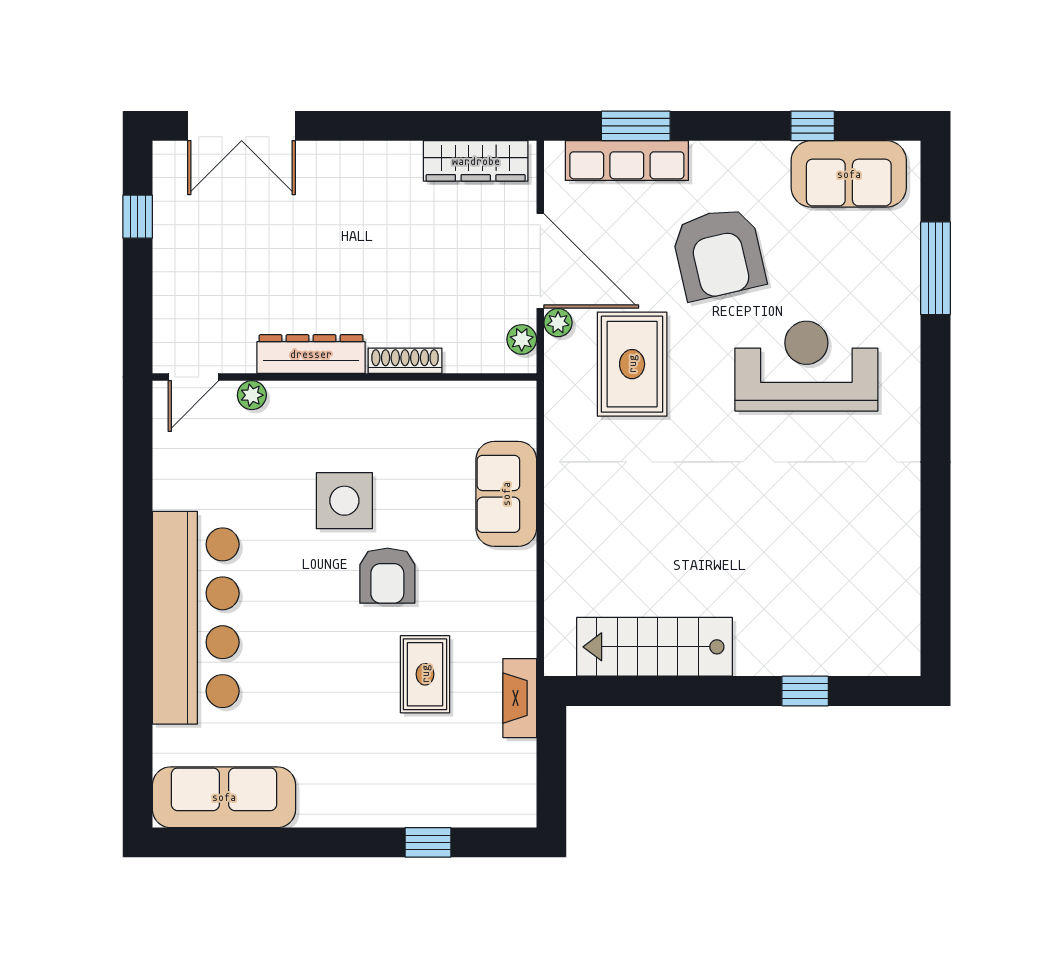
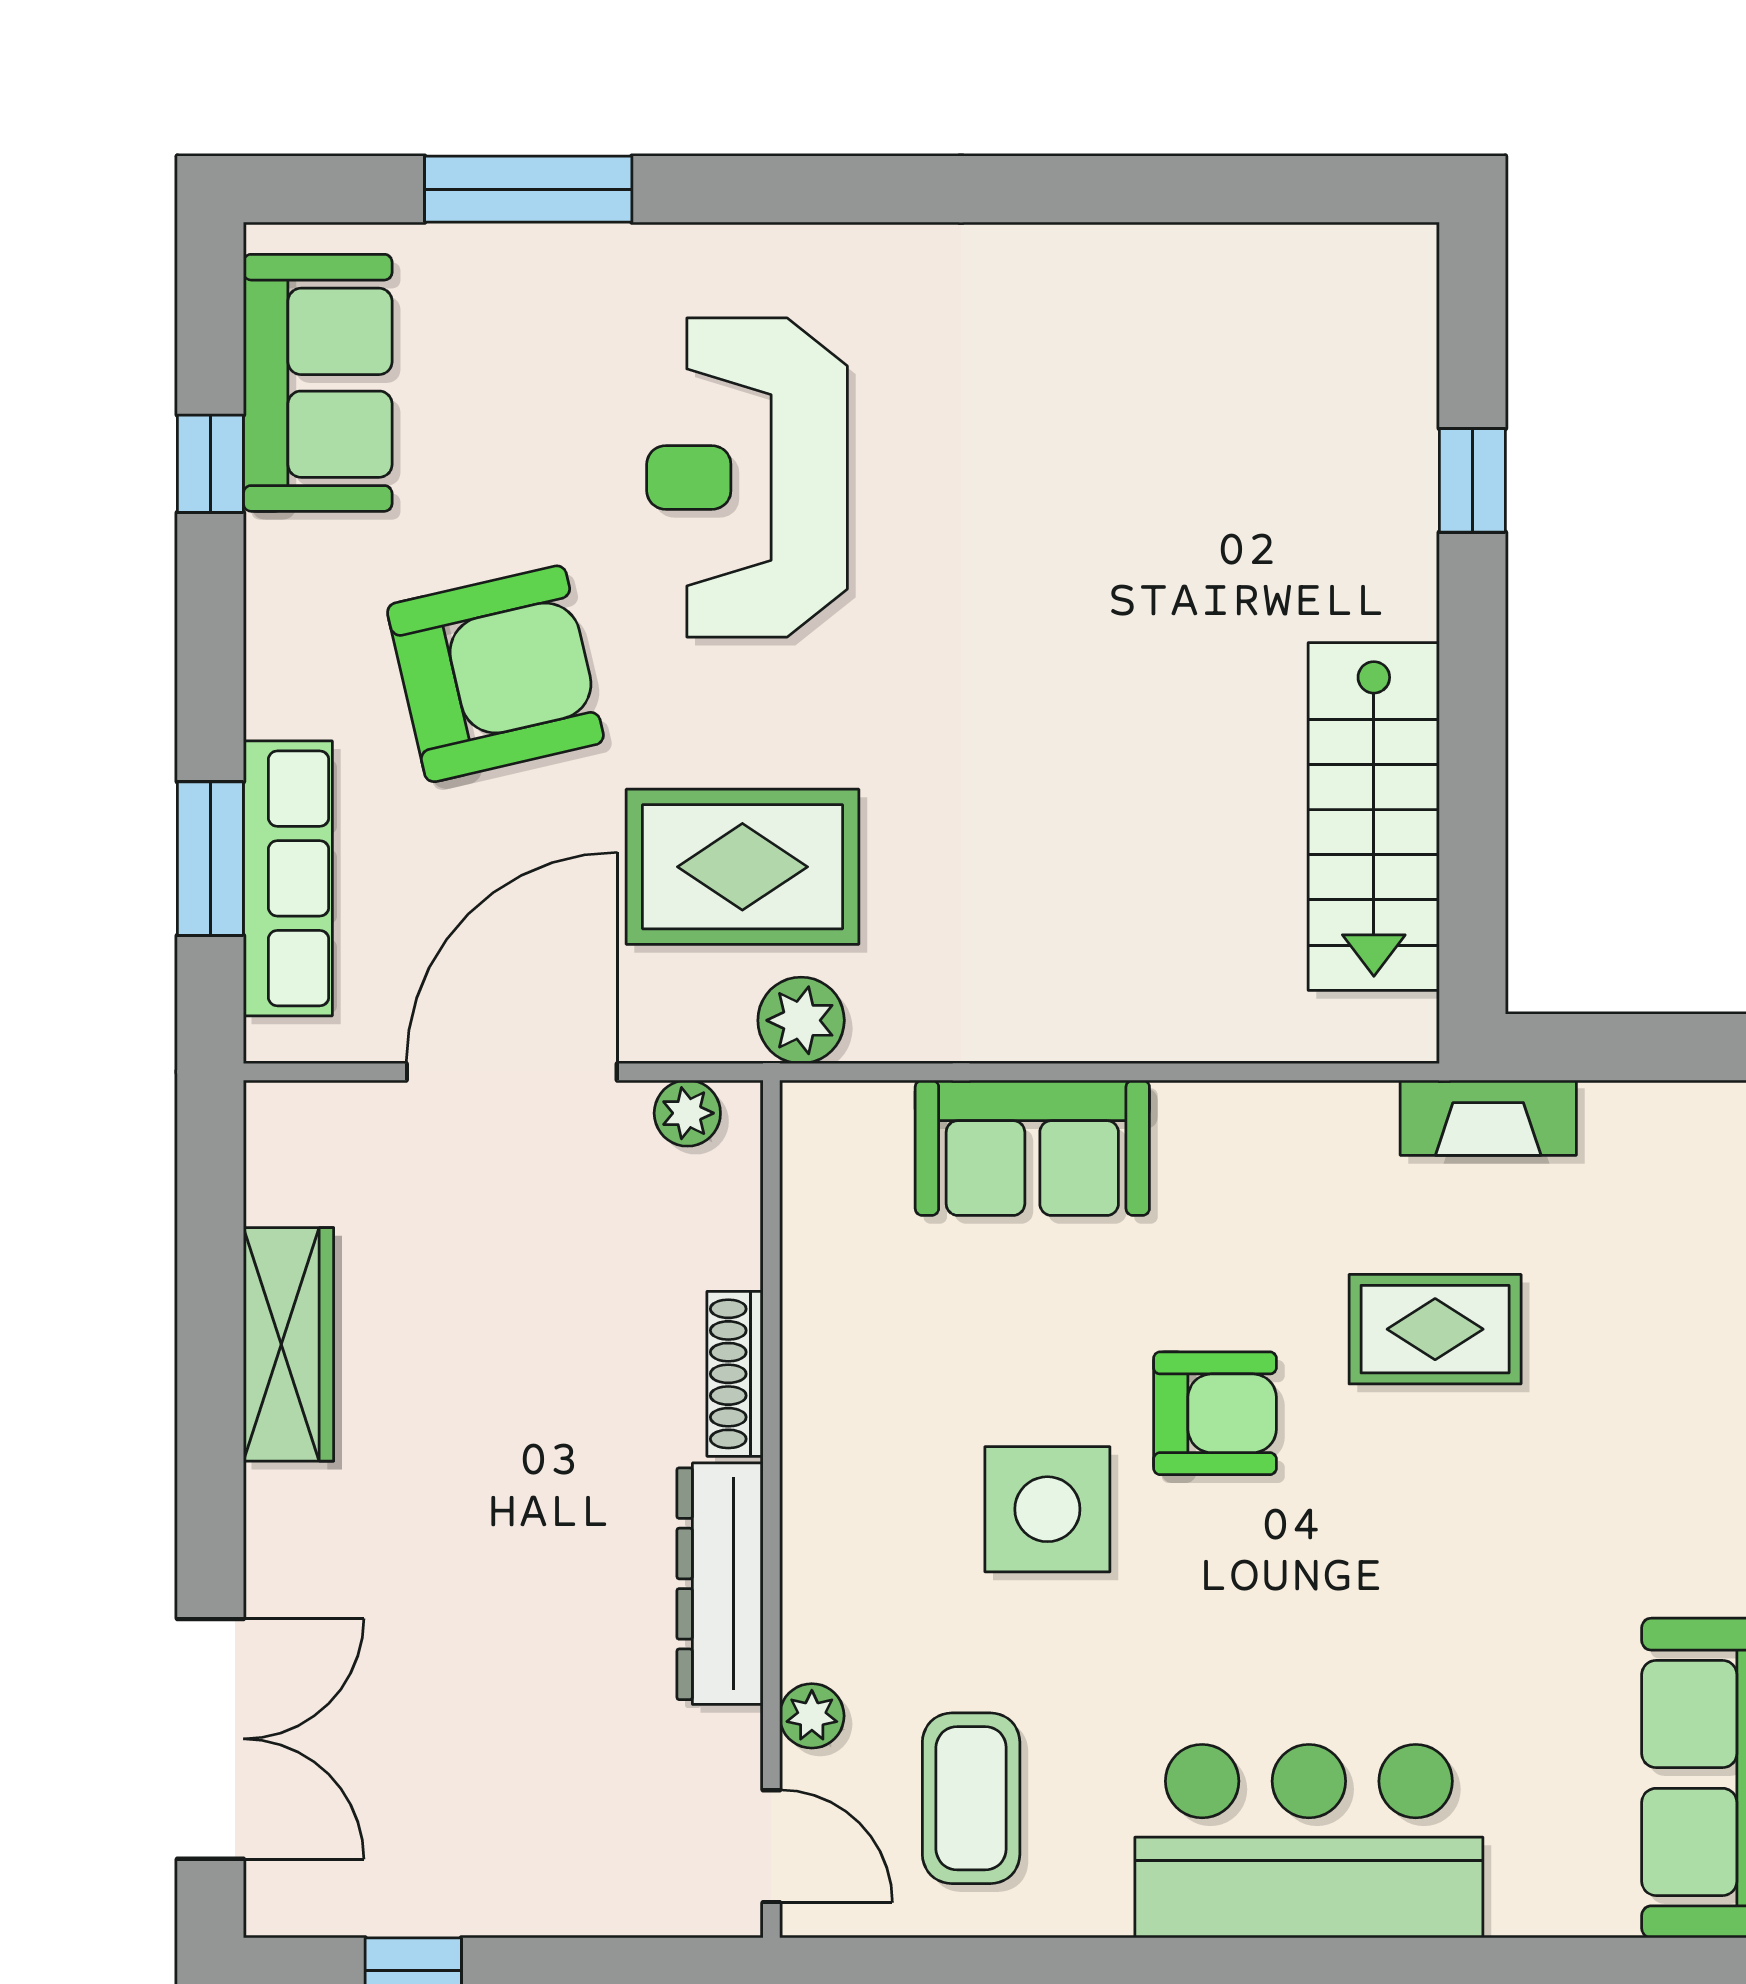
wardrobe: (476, 161) -> (289, 1344), moved
plant: (558, 323) -> (801, 1020), moved, width x1.38, depth x1.38
coffee table: (215, 466) -> (971, 1798), added
bar counter: (196, 618) -> (1309, 1841), width x0.73

